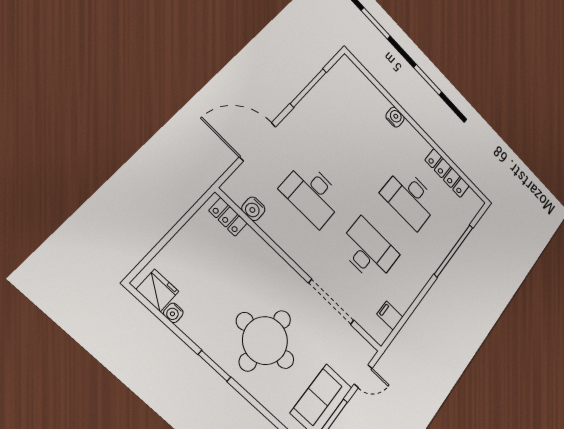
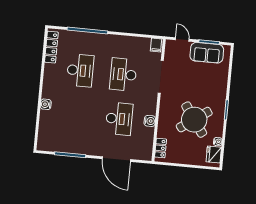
locker: (447, 173) -> (51, 47), moved
water cooler: (253, 209) -> (150, 121), moved
filing cabinet: (390, 316) -> (156, 45), moved
round table: (265, 341) -> (194, 120), moved, turned -35

